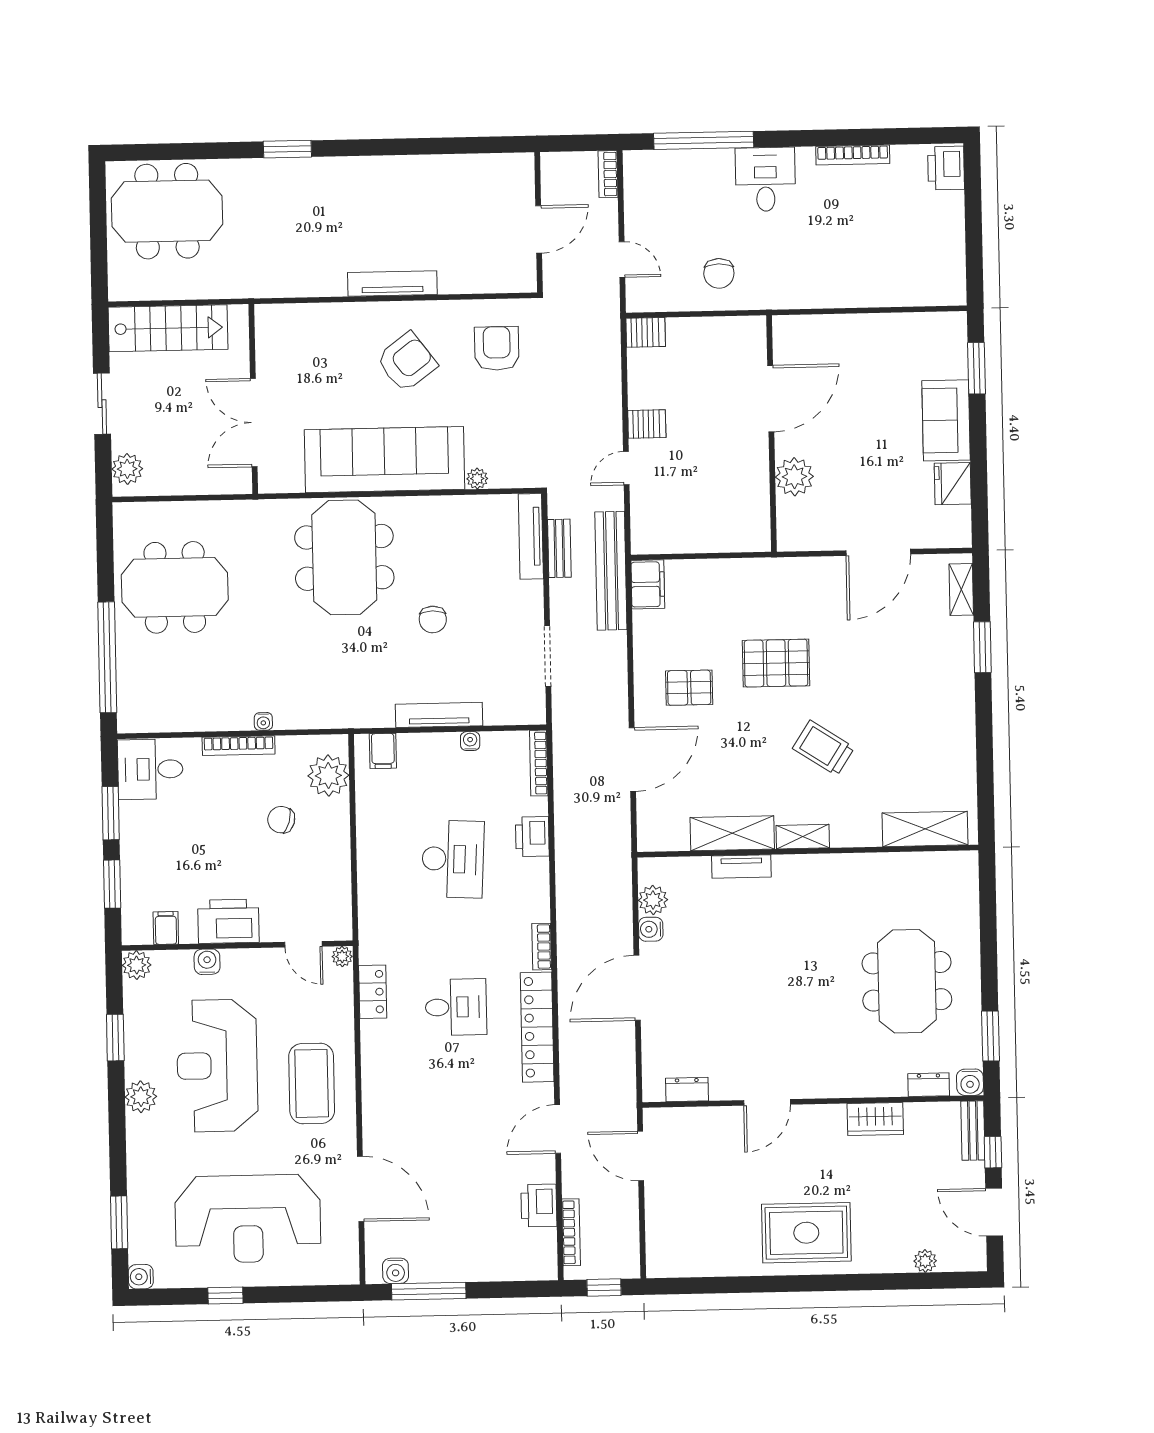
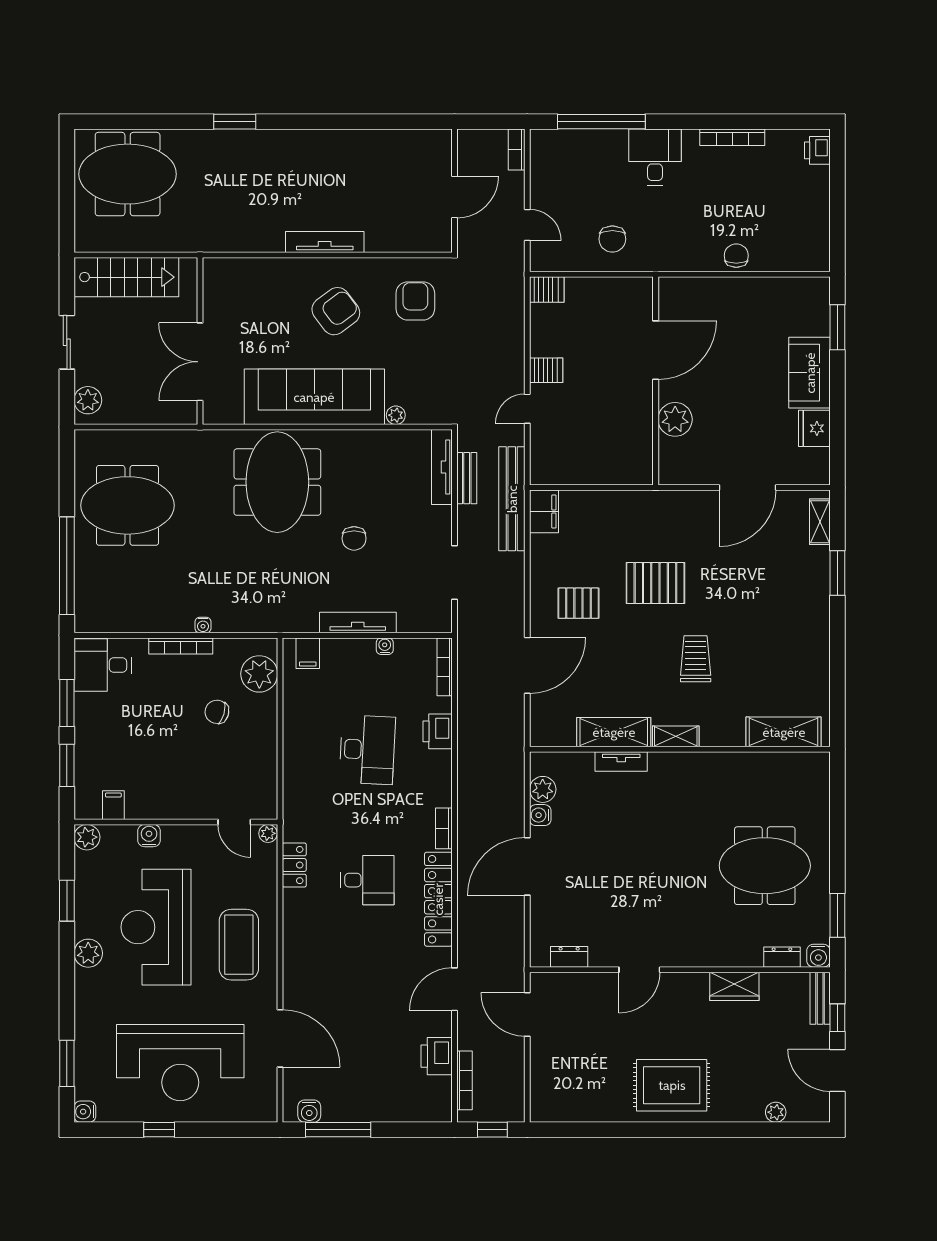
printer: (946, 168) -> (817, 150), width x0.73, depth x0.81
chair: (860, 289) -> (736, 256), added
trolley: (823, 748) -> (696, 659), turned 57
printer: (229, 921) -> (169, 800), removed
meeting table: (907, 981) -> (765, 866), turned 90

